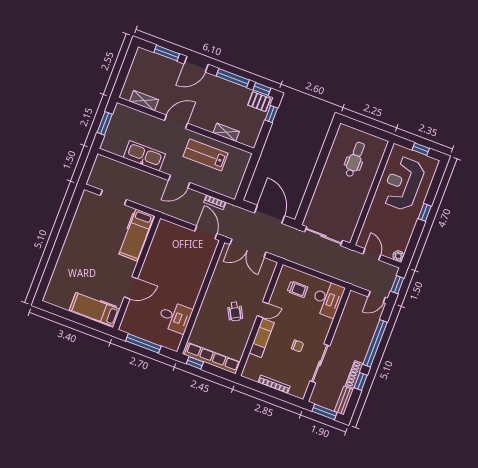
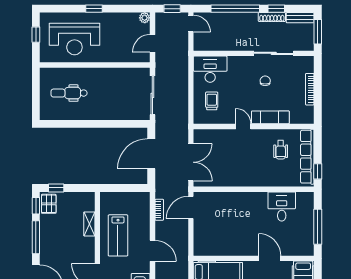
wheelchair: (235, 311) -> (281, 150), moved, turned 118

